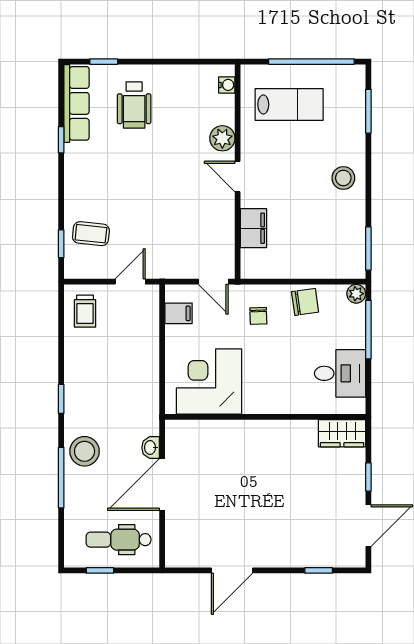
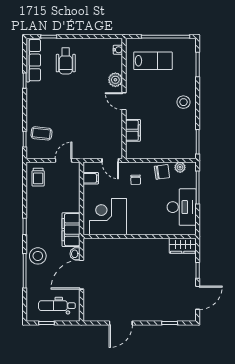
plant: (356, 294) -> (180, 167), moved
desk: (340, 373) -> (182, 207), width x1.37
filing cabinet: (144, 405) -> (71, 230), added

